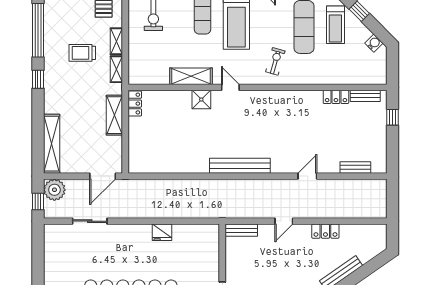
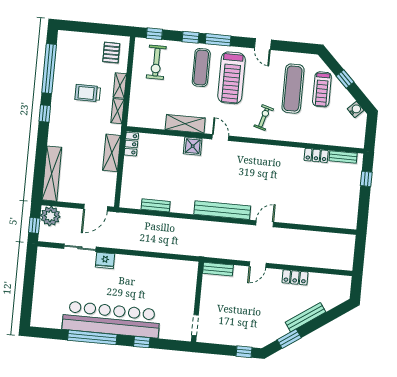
bench: (355, 167) -> (156, 205), moved
door: (307, 176) -> (265, 224), moved
fridge: (162, 232) -> (105, 260), moved

